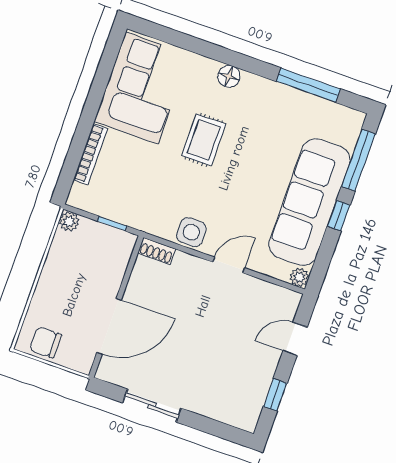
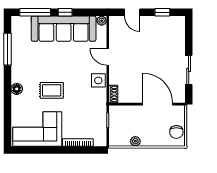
plant: (69, 221) -> (135, 141), moved

